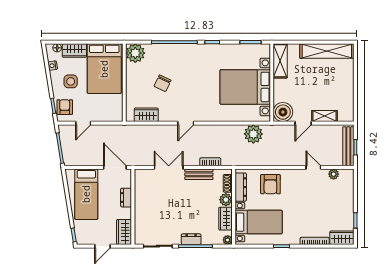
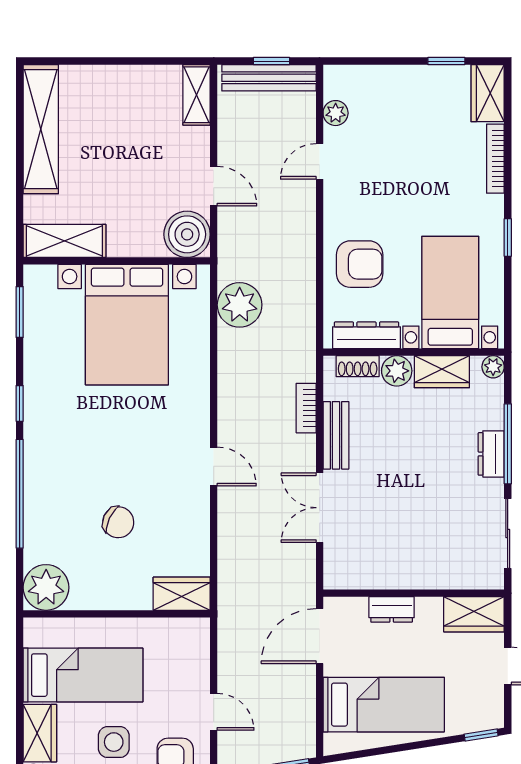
bed: (104, 69) -> (83, 675), width x0.67
wardrobe: (146, 115) -> (182, 594), moved, turned 90
shelving: (324, 116) -> (197, 95), moved

